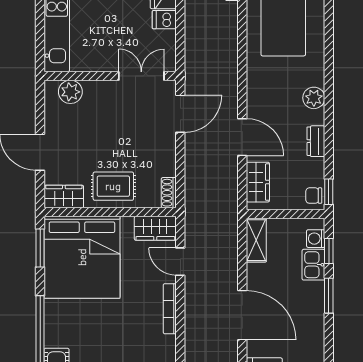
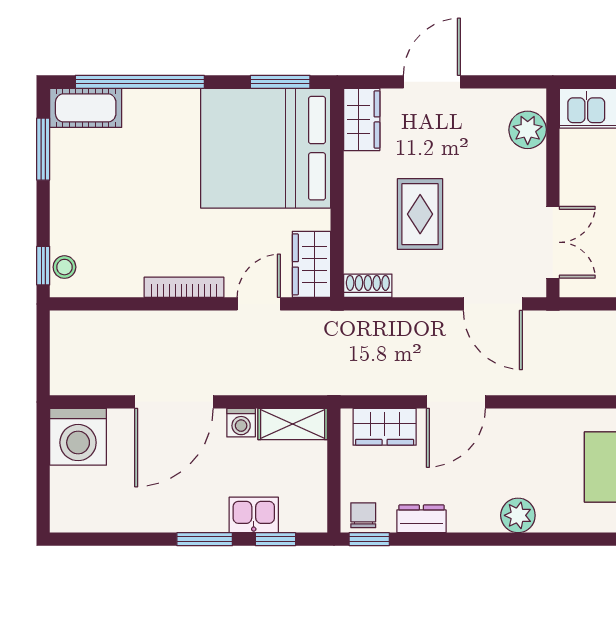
dresser: (316, 141) -> (421, 519), moved
rug: (113, 186) -> (420, 214), moved
washing machine: (316, 239) -> (241, 423), moved, turned 180

